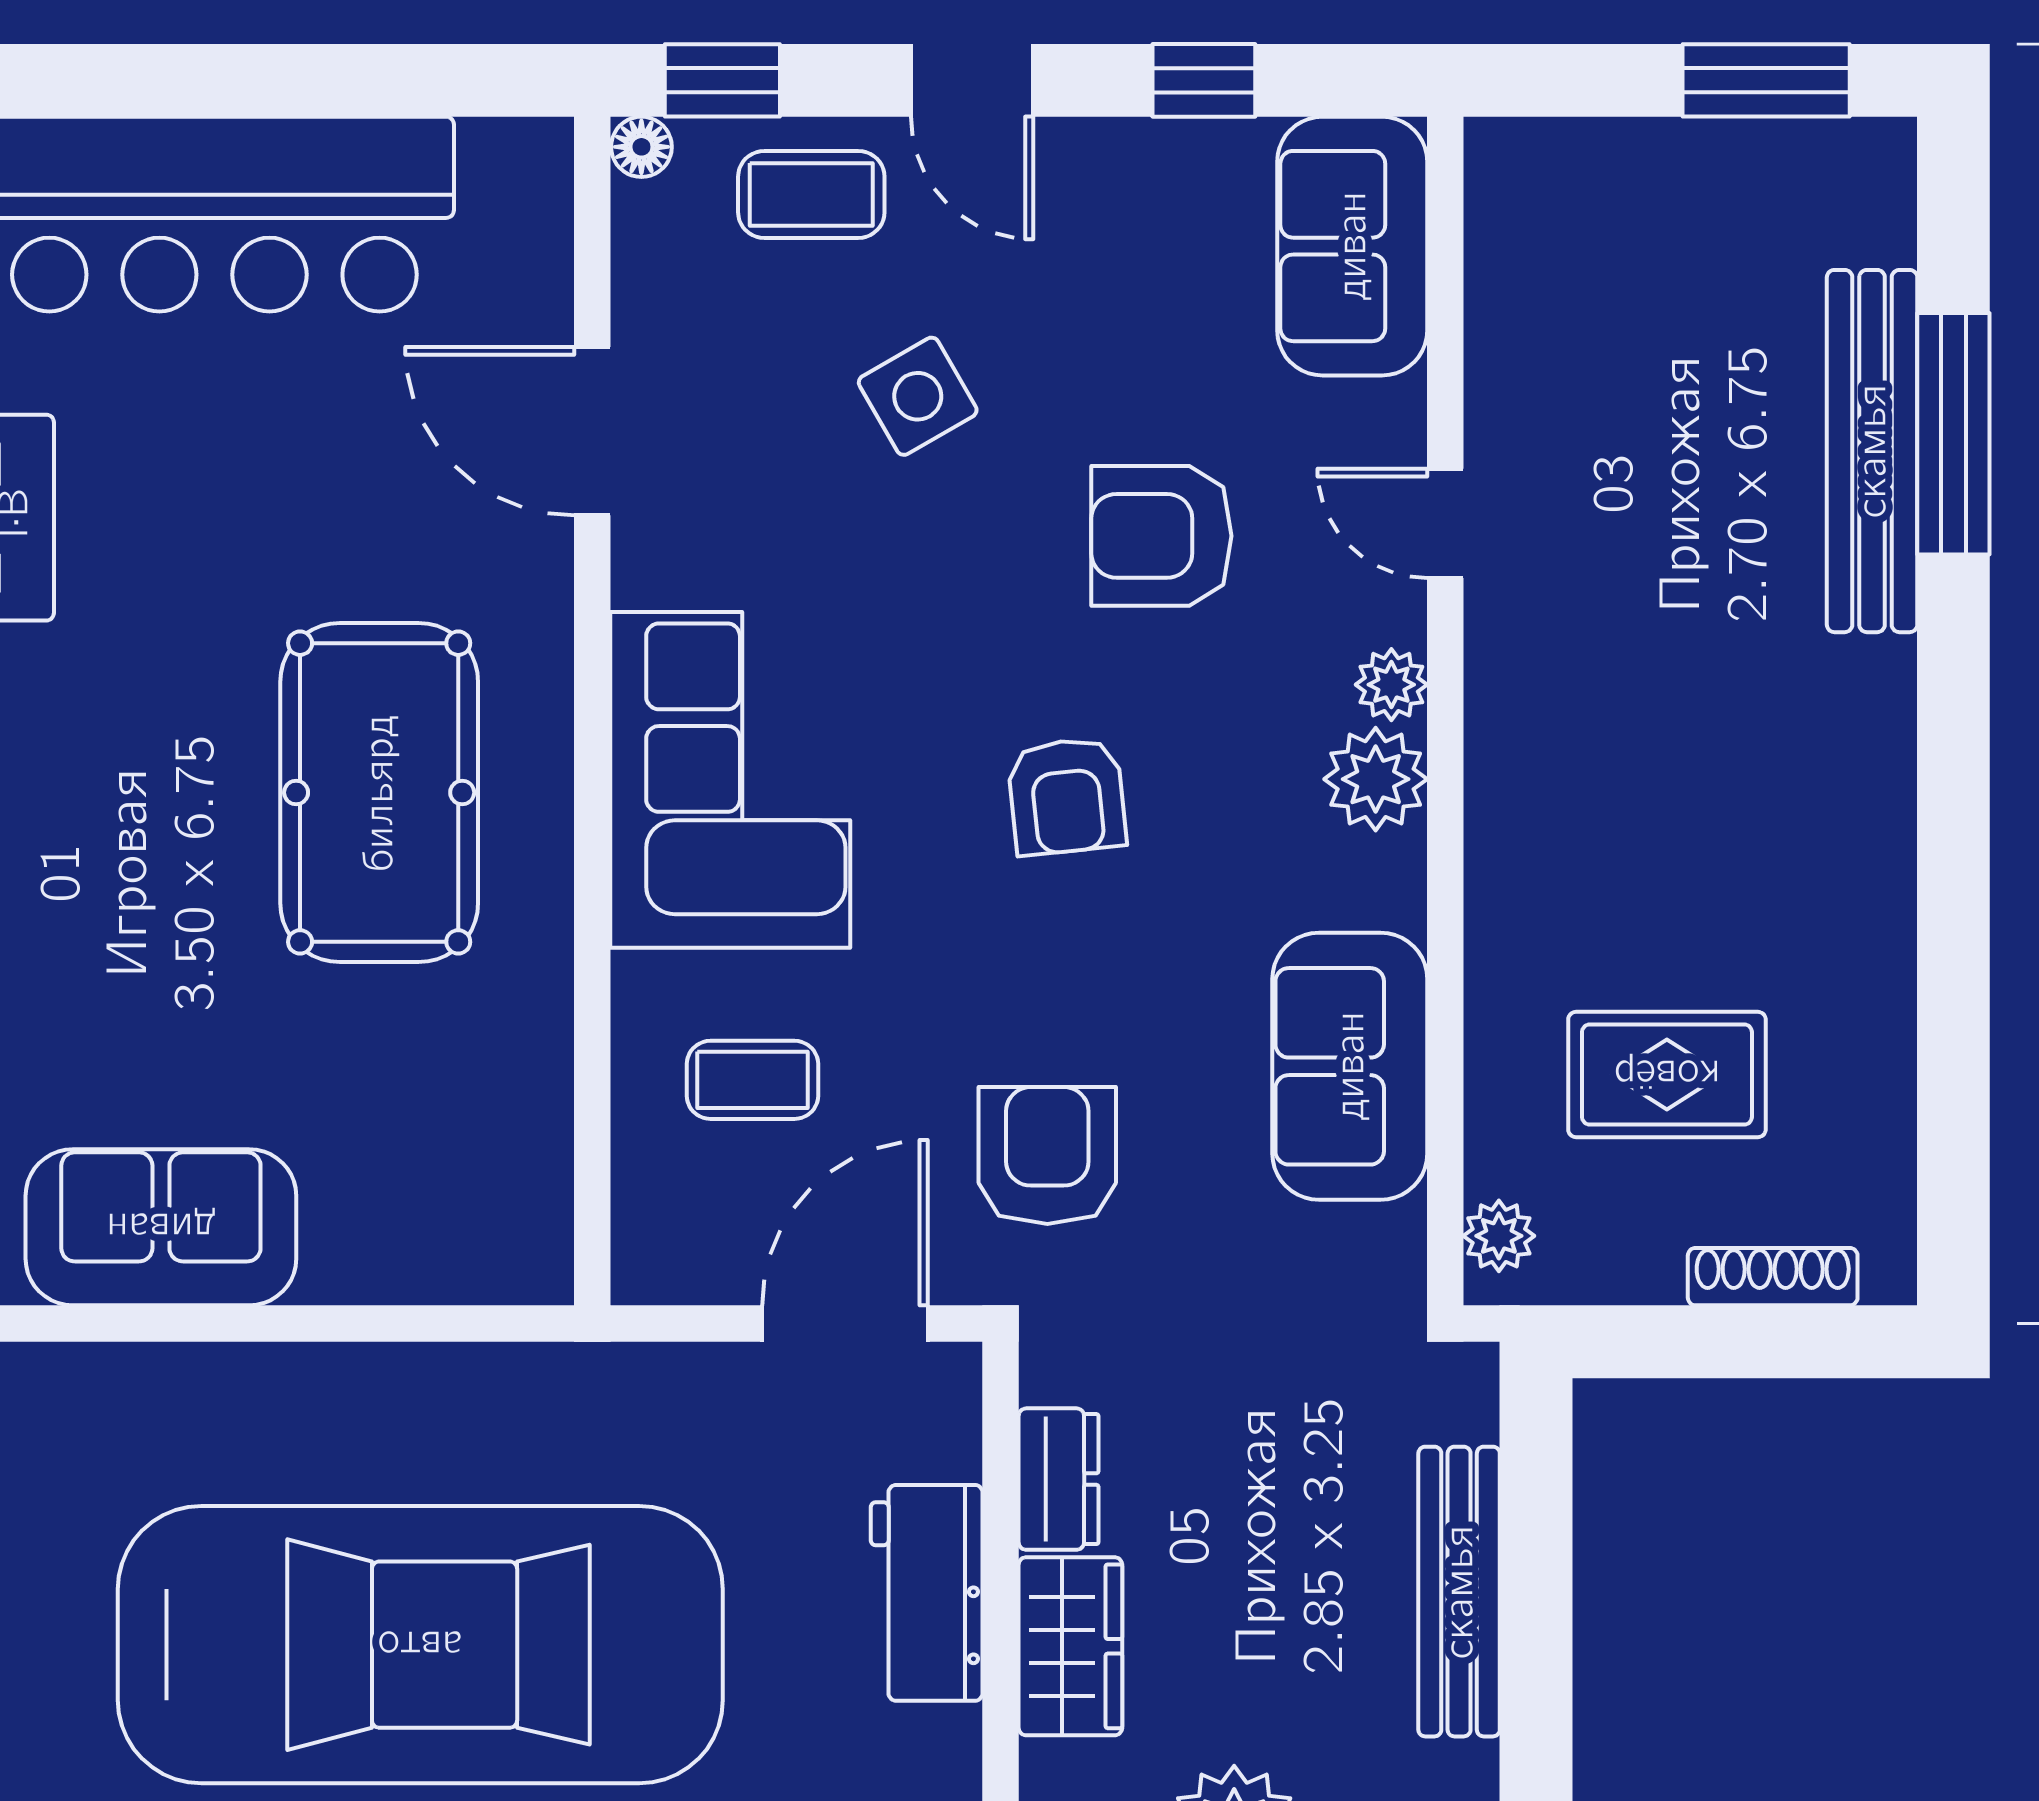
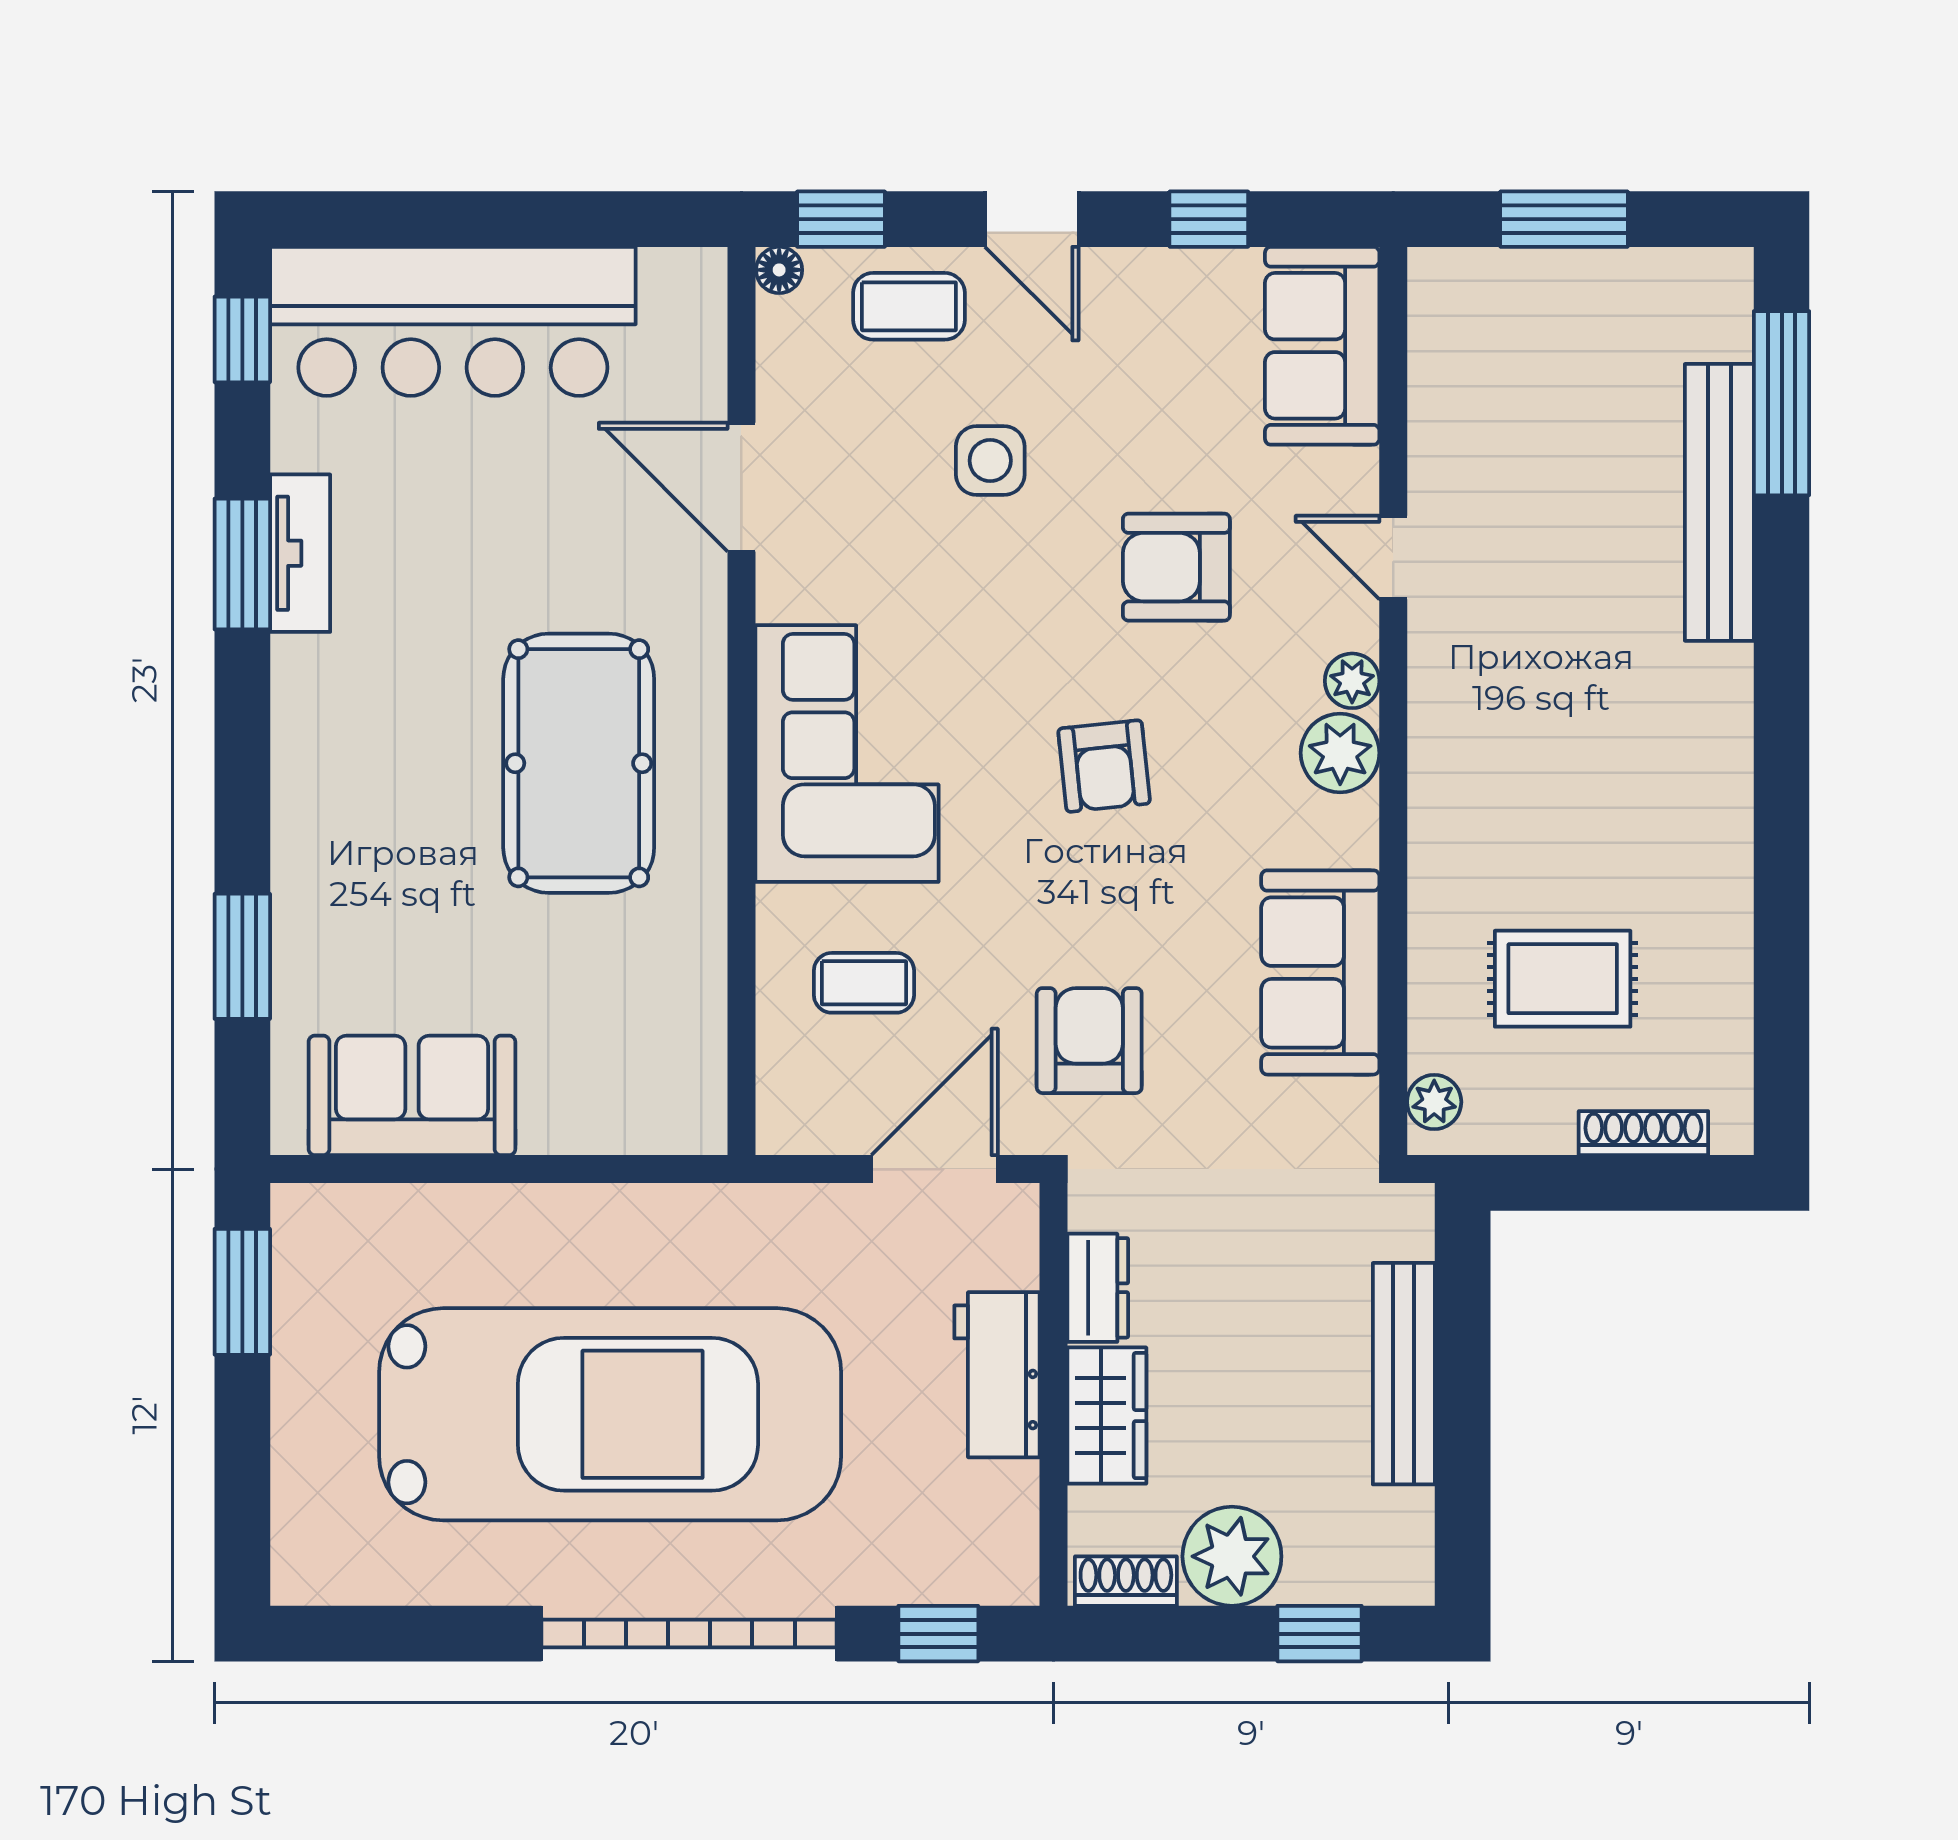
window: (1766, 80) -> (1564, 219), moved
side table: (918, 396) -> (990, 461), turned 30
window: (1953, 434) -> (1782, 403), moved

